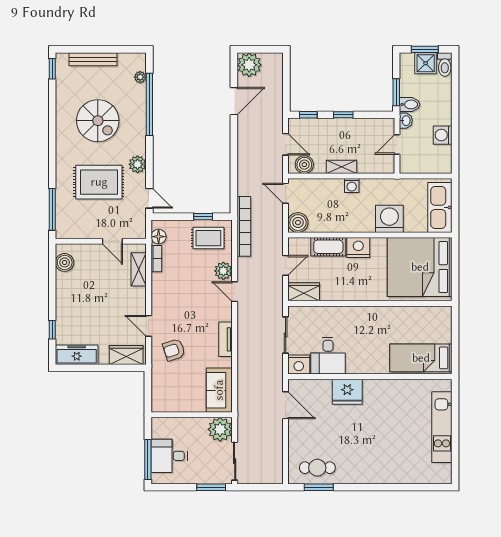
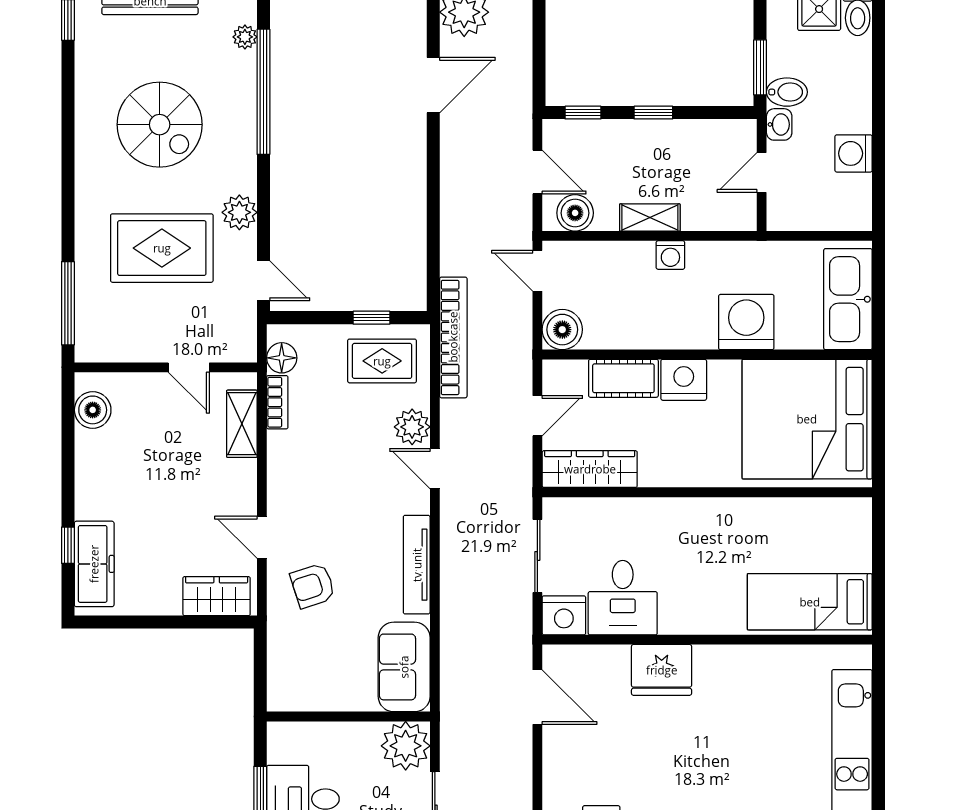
wardrobe: (304, 292) -> (590, 469), width x1.50
tv unit: (226, 339) -> (417, 565), width x1.41
freezer: (77, 355) -> (94, 564), moved, turned 90

